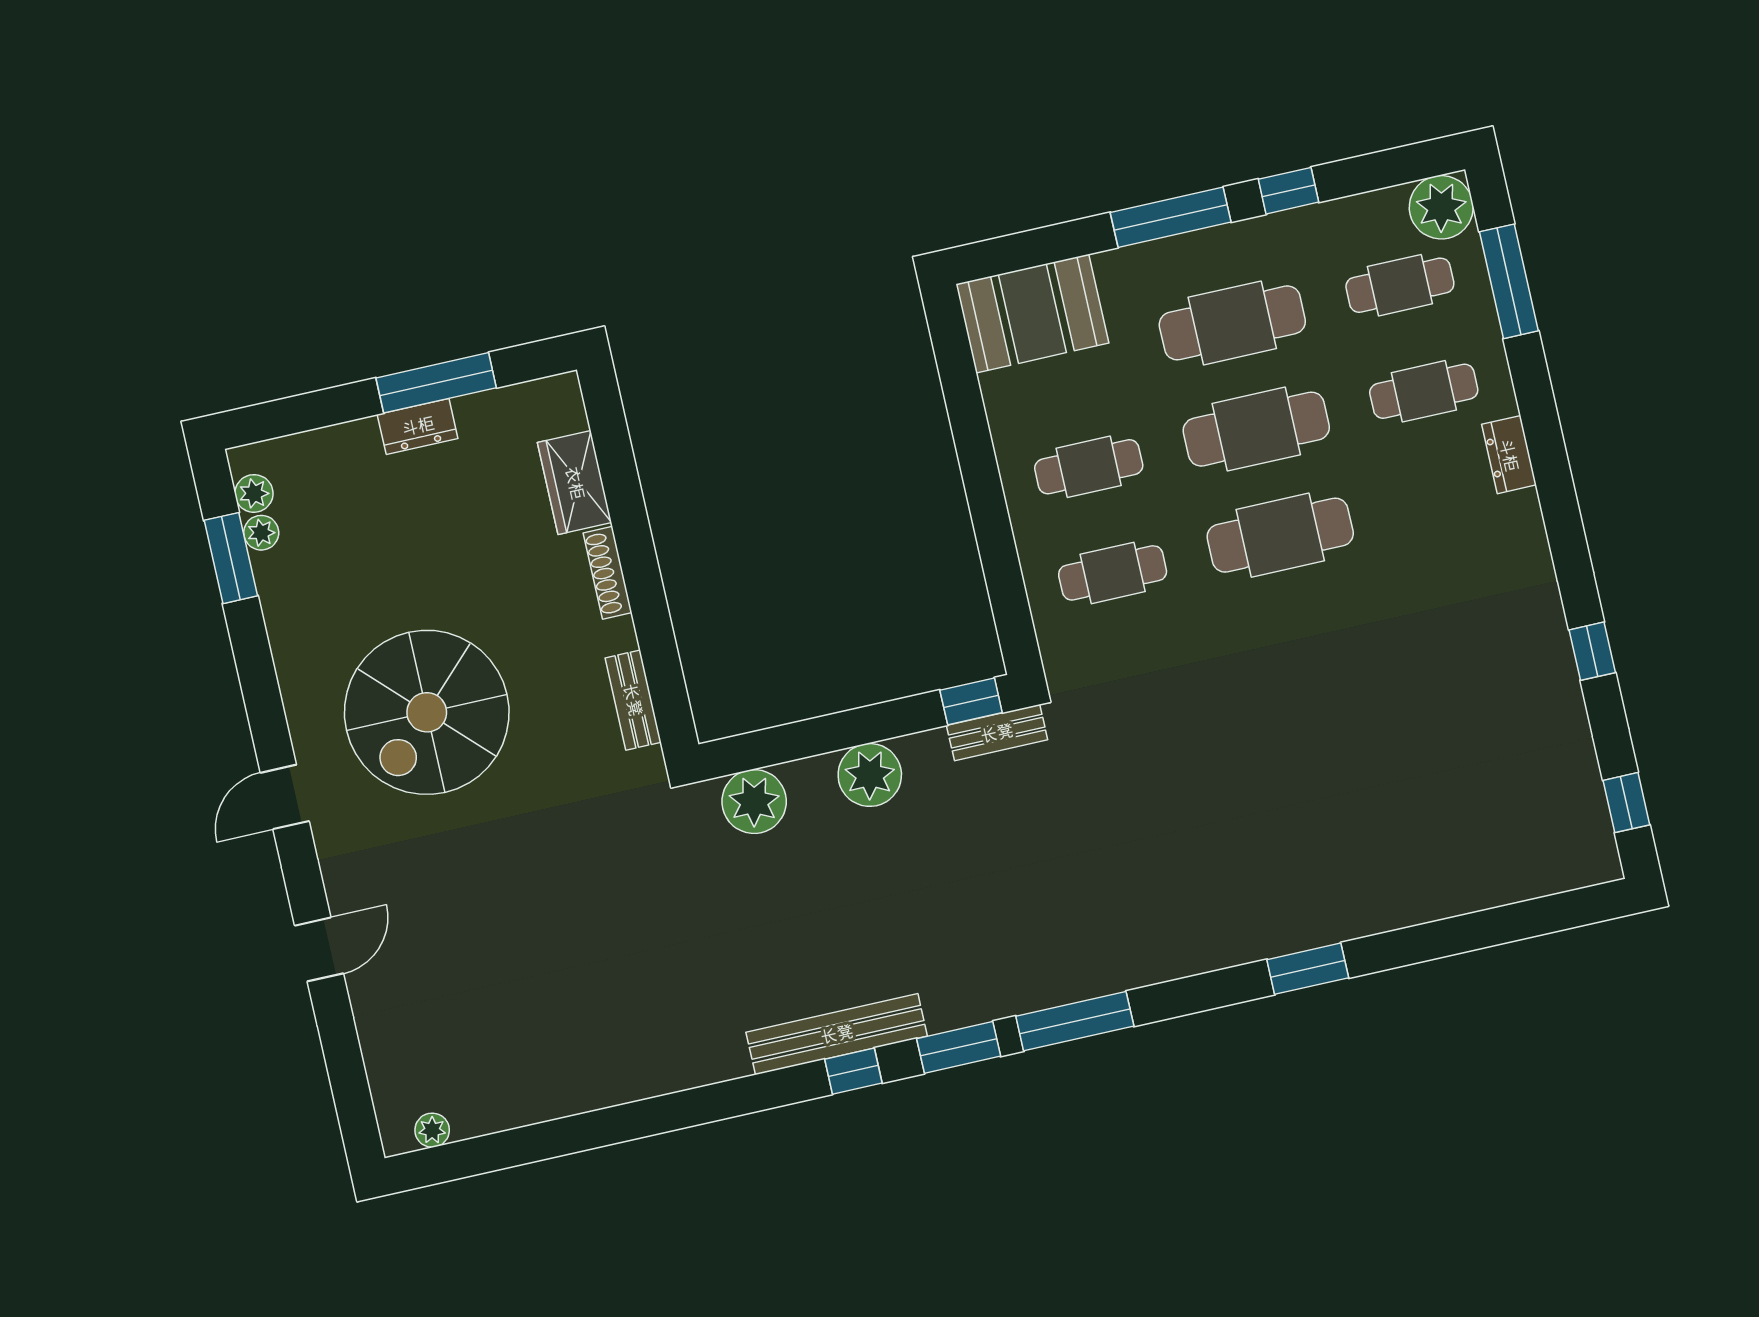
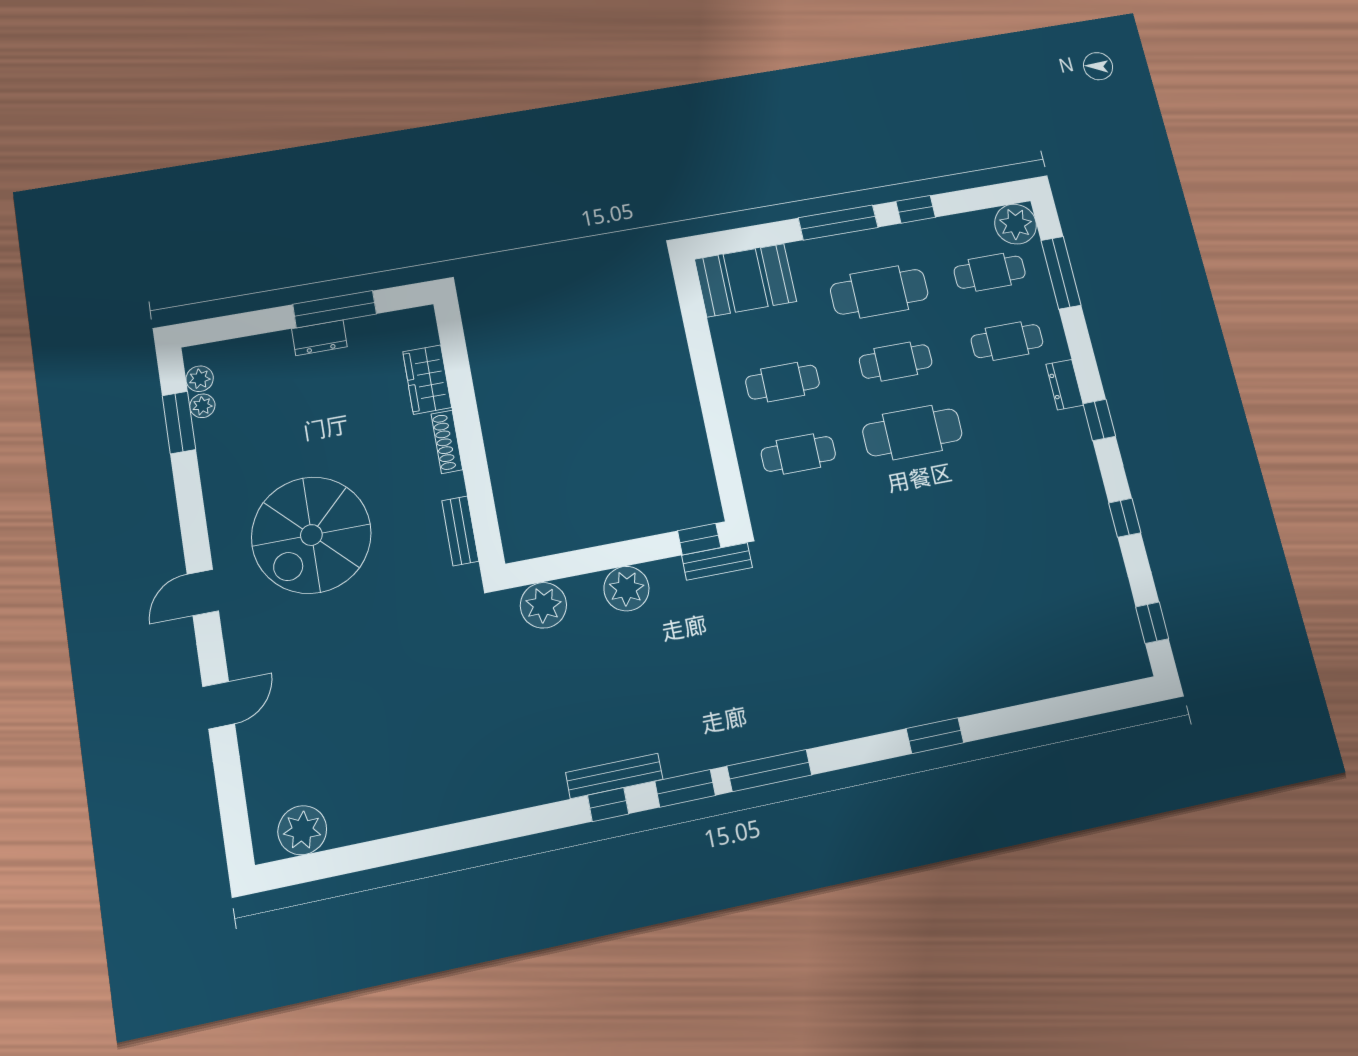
cafe table: (1256, 429) -> (896, 361), width x0.73, depth x0.74
window: (1560, 506) -> (1099, 420), added
bench: (837, 1034) -> (614, 776), width x0.73, depth x0.82
plant: (432, 1130) -> (302, 830), width x1.88, depth x1.88

